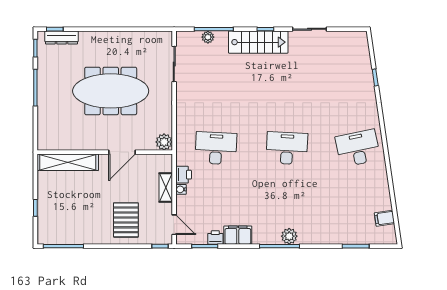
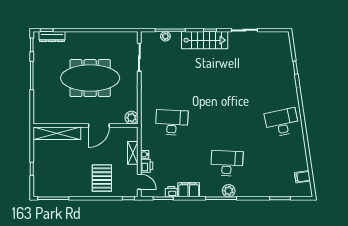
desk: (287, 148) -> (227, 163), moved
printer: (184, 175) -> (147, 166), moved

